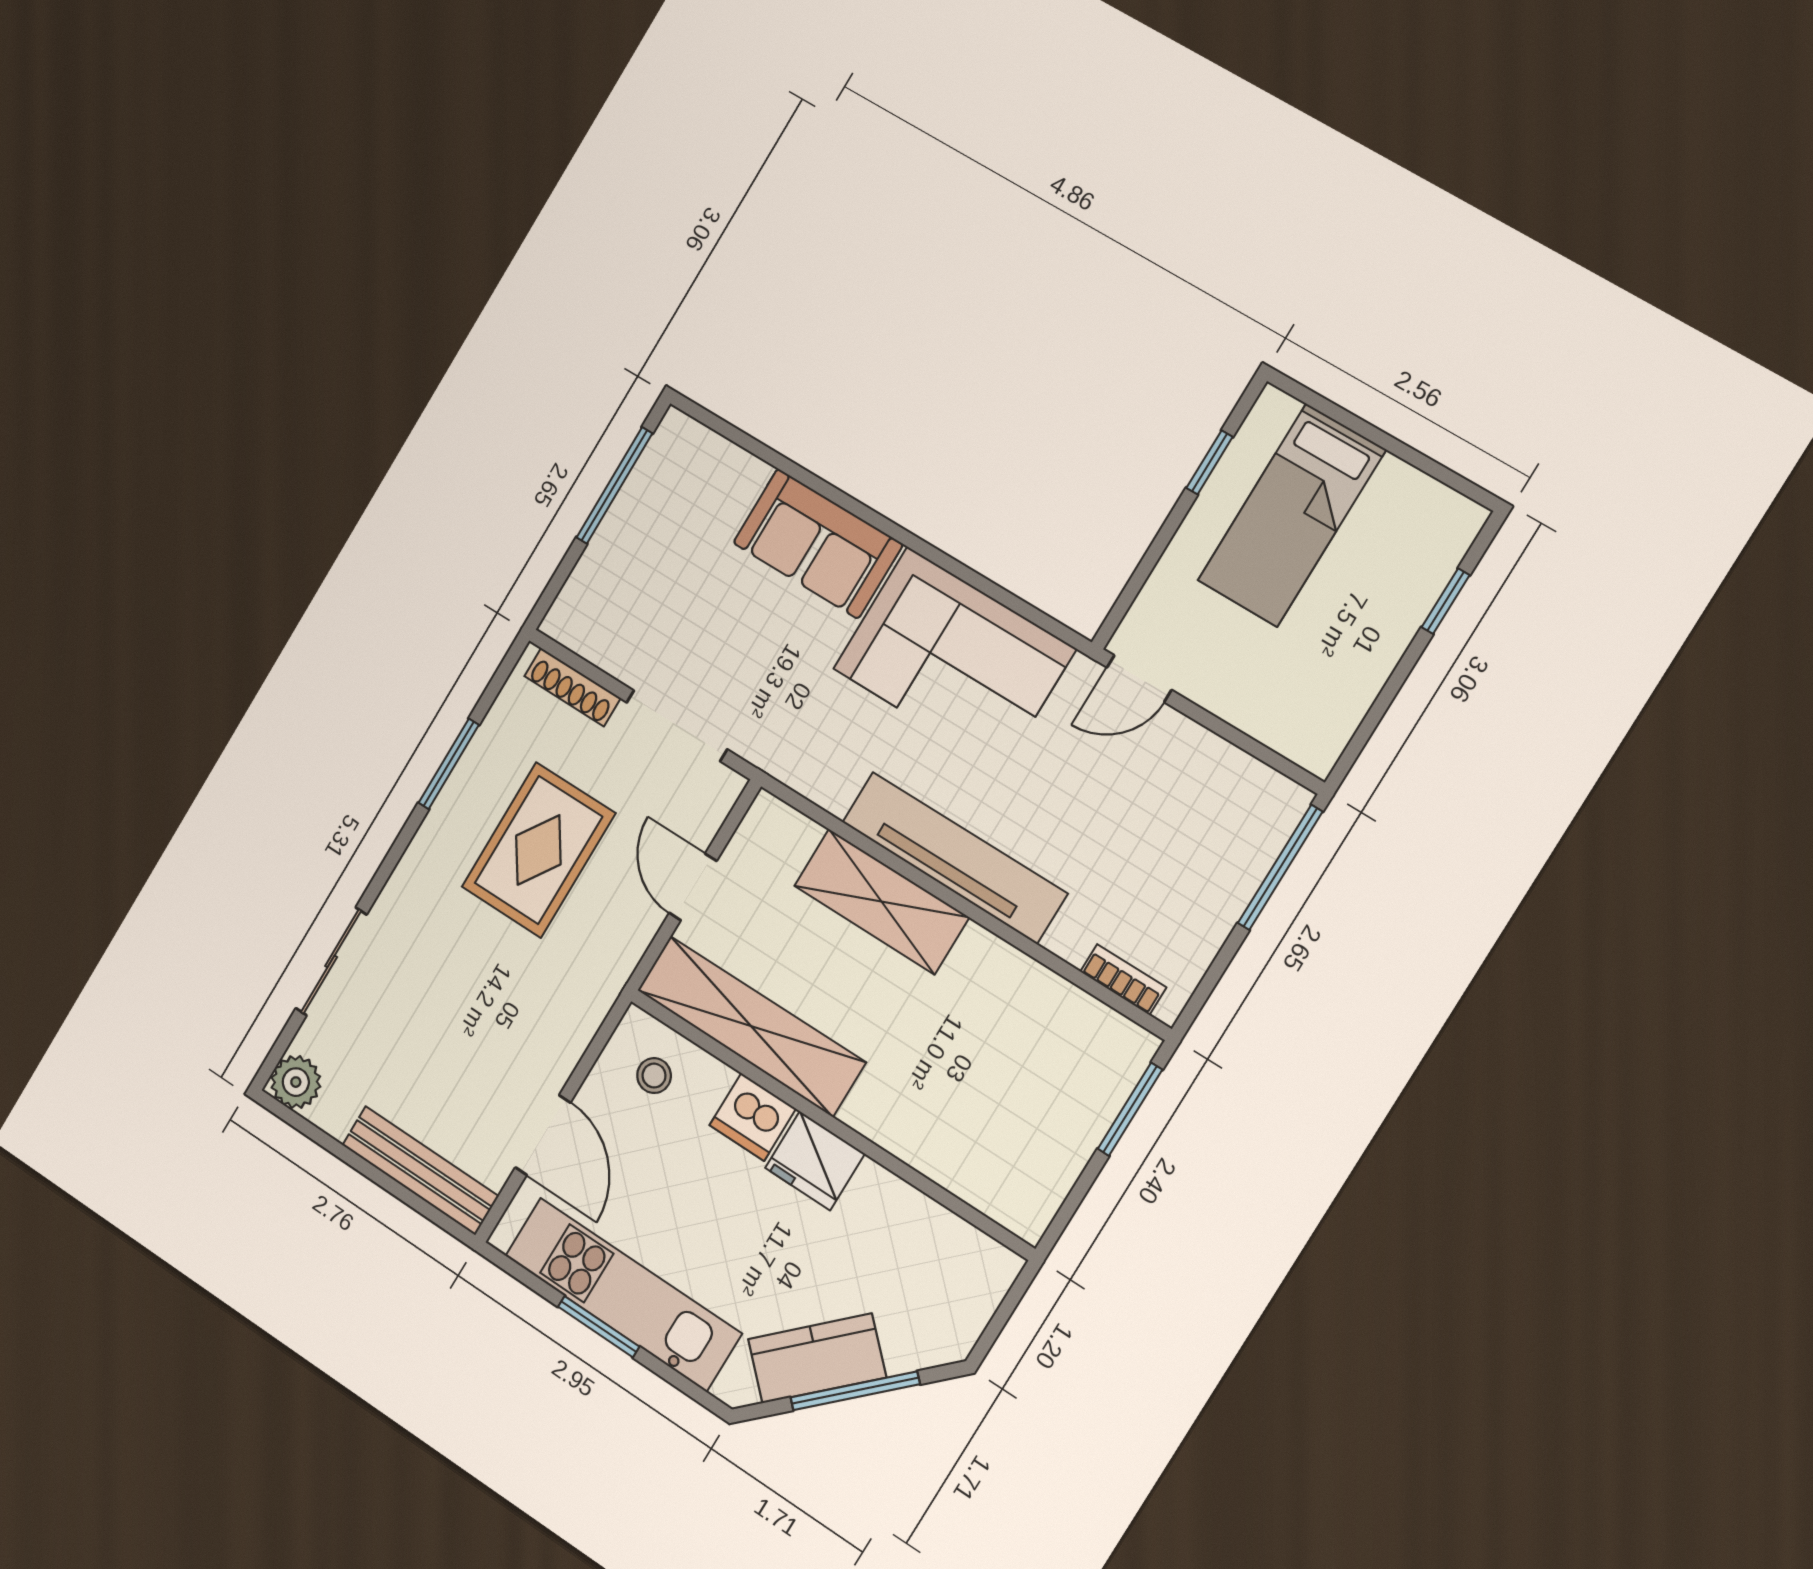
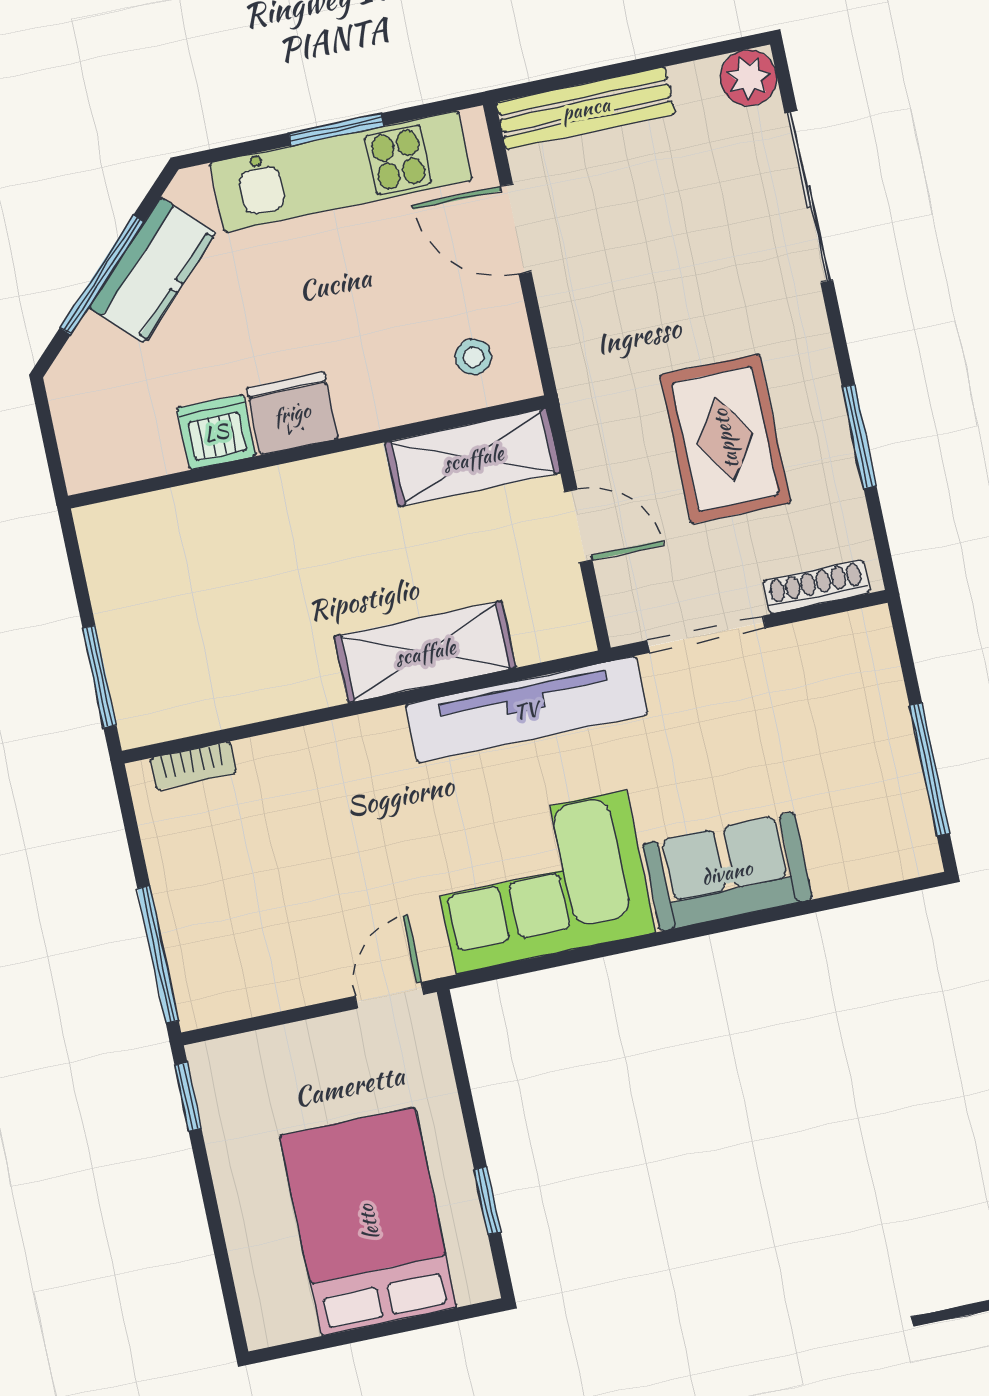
bed: (1292, 515) -> (368, 1222), width x1.50
window: (1446, 601) -> (188, 1097), moved
tv unit: (954, 858) -> (526, 710), moved
sliding door: (331, 961) -> (809, 197), width x1.37
shelving: (751, 1026) -> (473, 458), width x0.68
dishwasher: (753, 1117) -> (216, 432), moved

